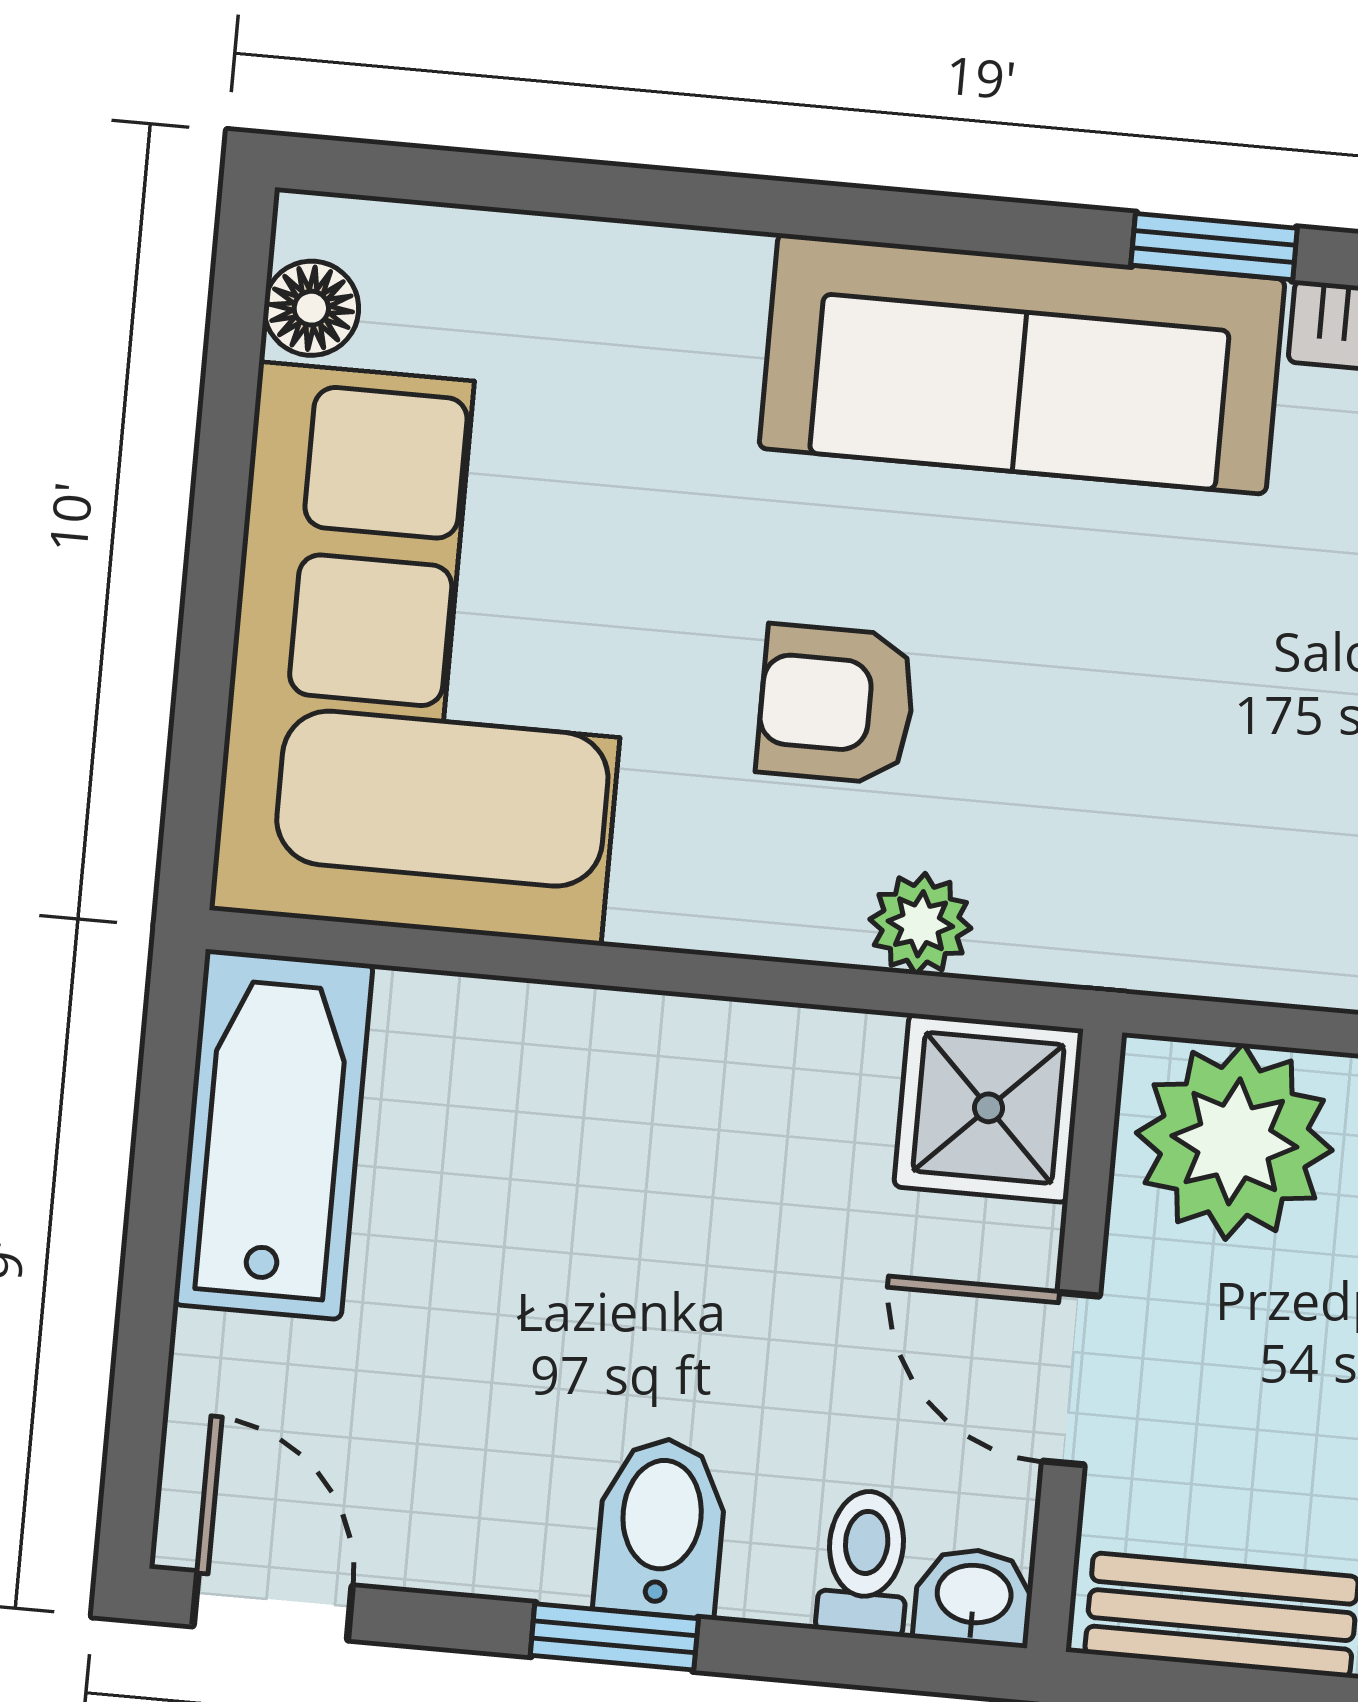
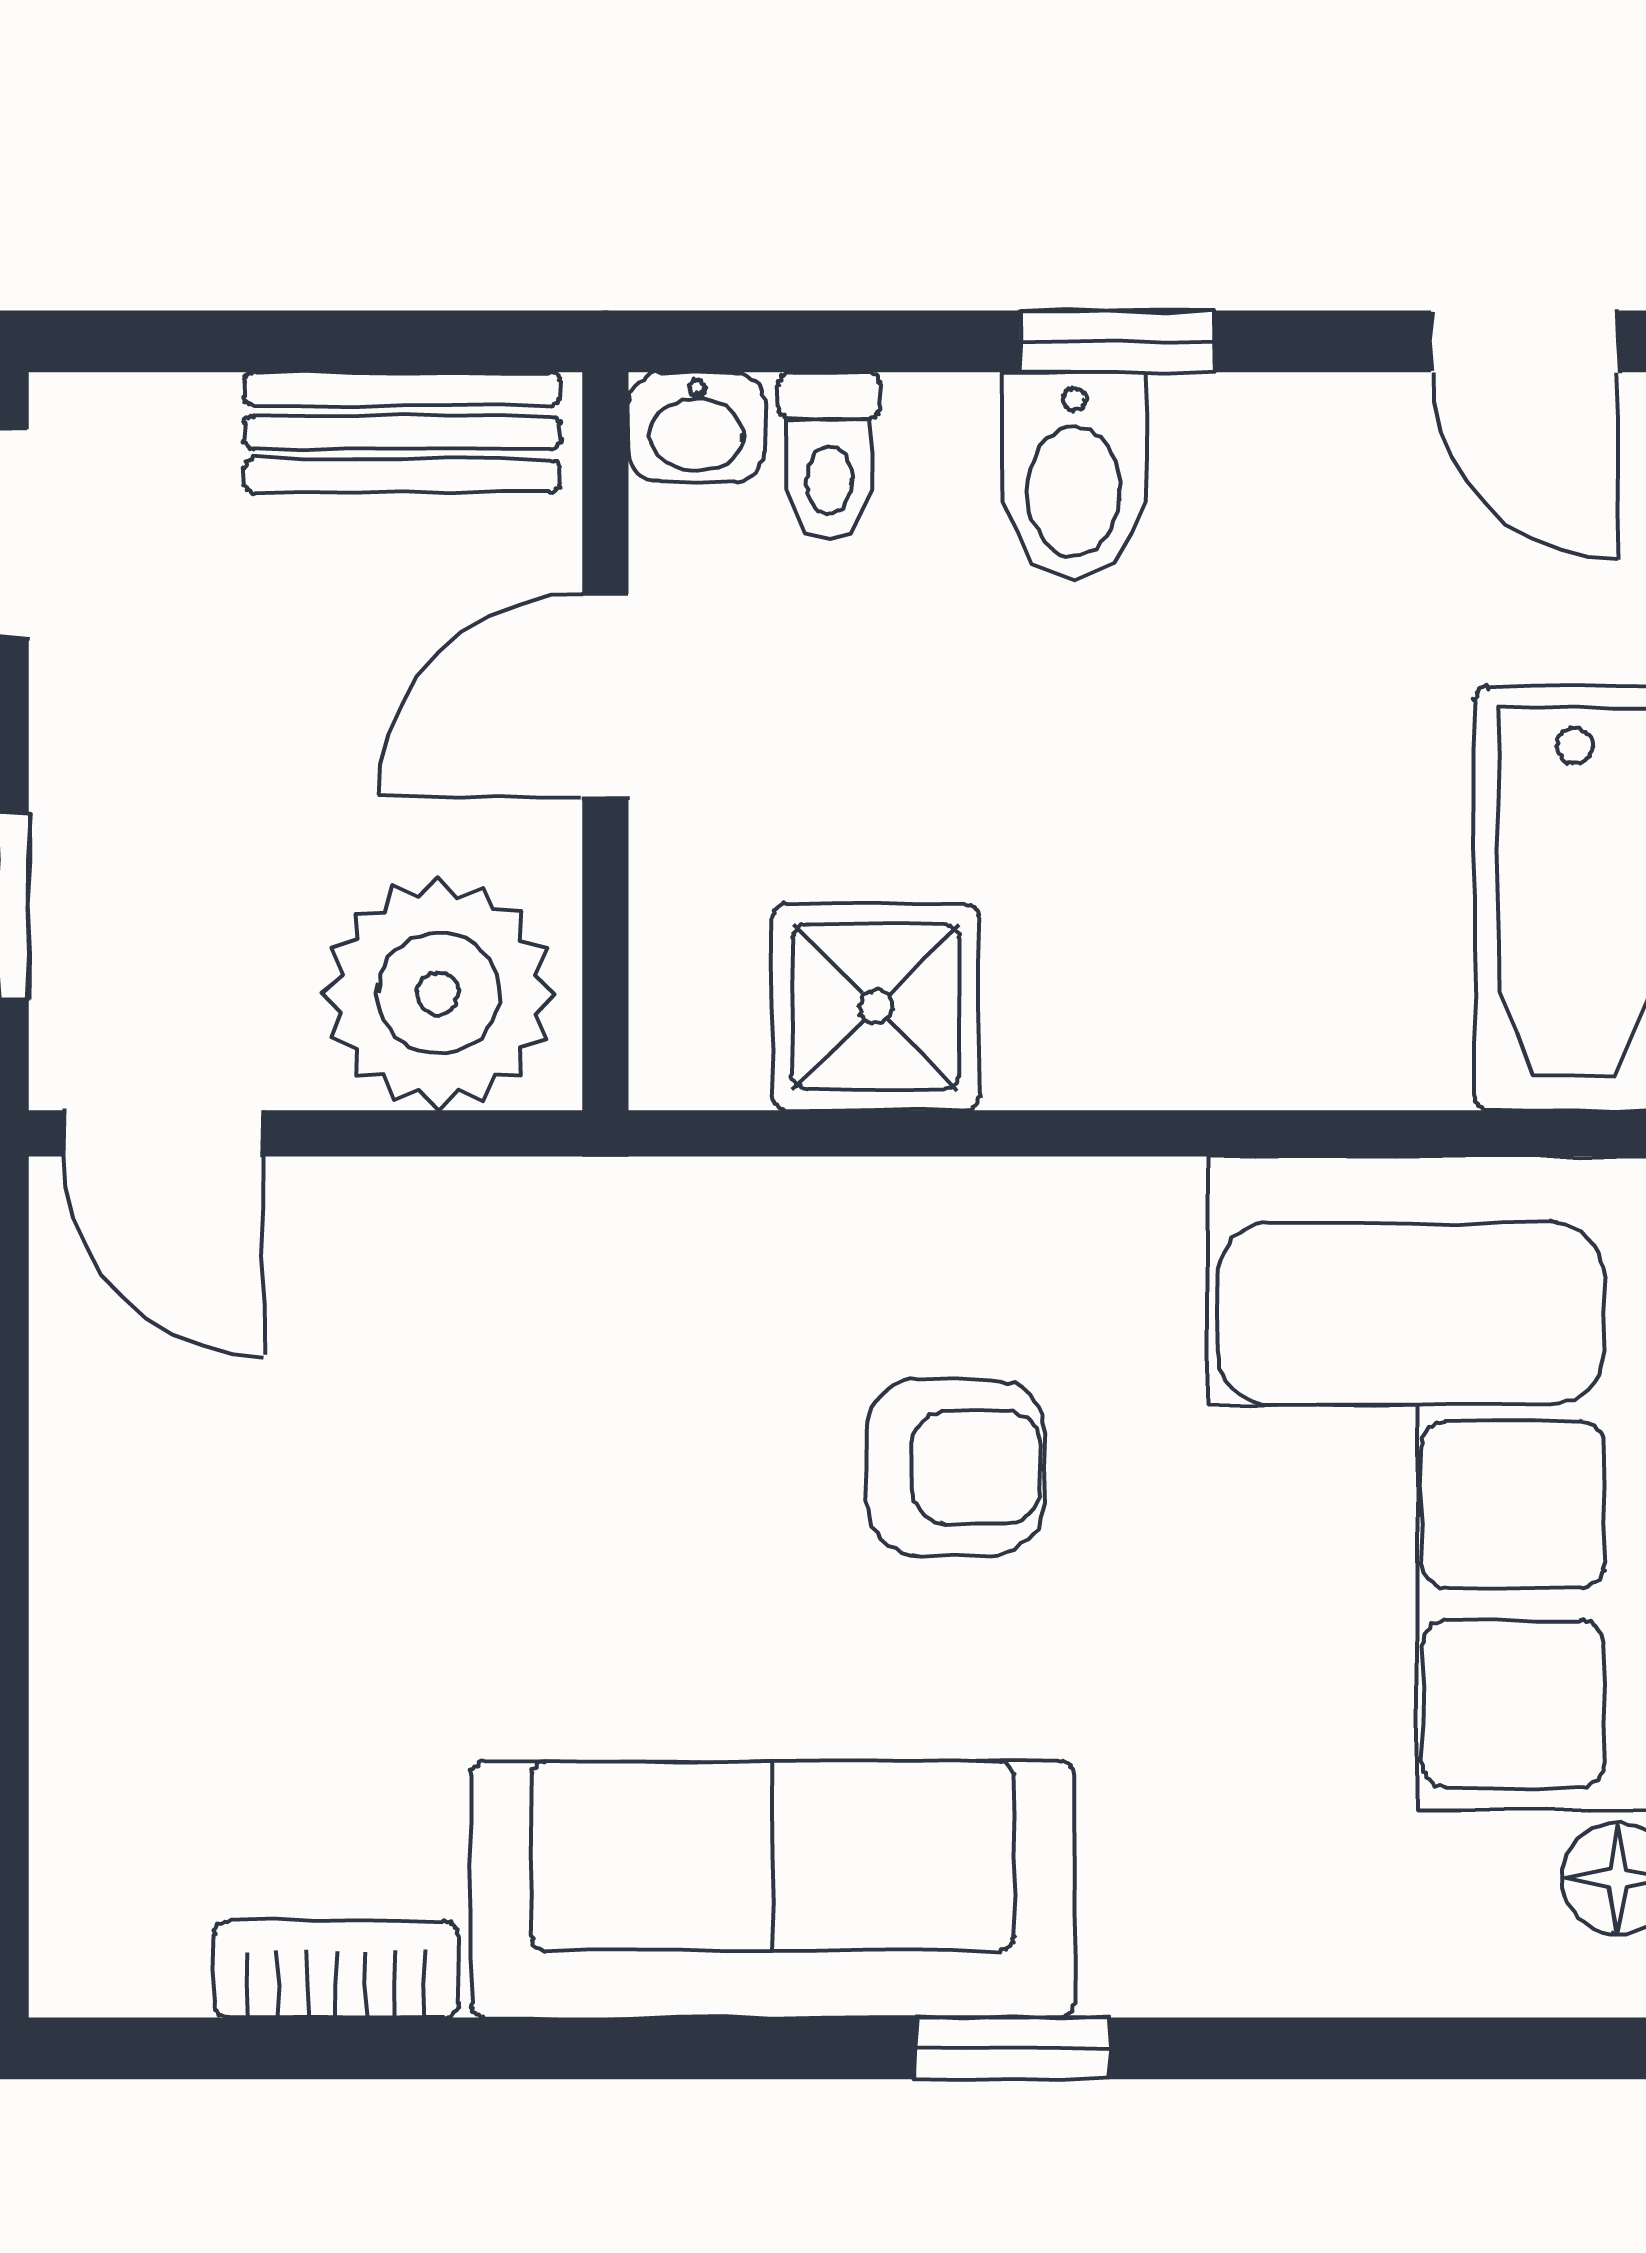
window: (1214, 247) -> (1013, 2048), moved
plant: (920, 924) -> (832, 1217), removed
shower: (989, 1108) -> (876, 1007), moved
door: (1071, 1379) -> (605, 696), swing flipped

